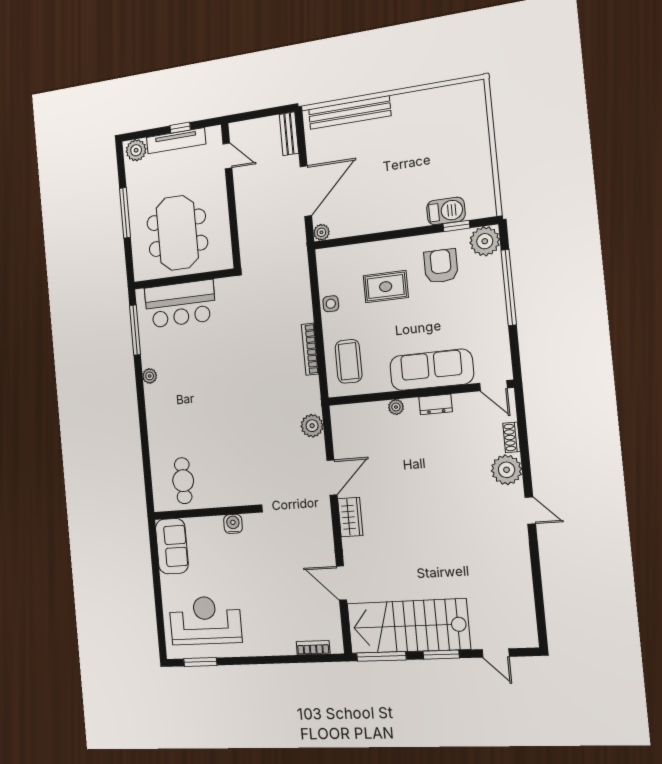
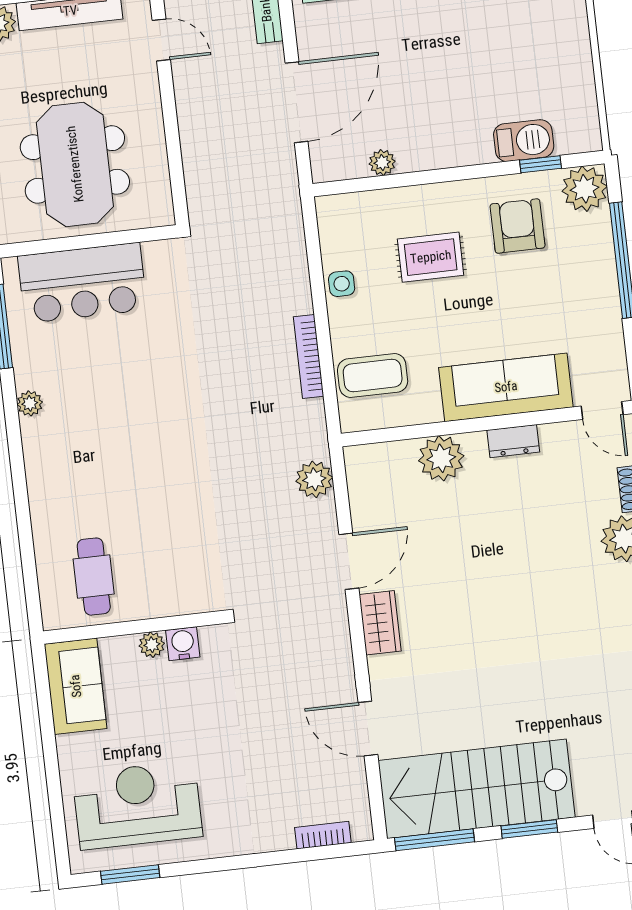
plant: (321, 232) -> (382, 163), moved
coffee table: (349, 361) -> (373, 375), turned 90
plant: (396, 407) -> (441, 458), width x1.88, depth x1.88
plant: (215, 523) -> (152, 645), added

